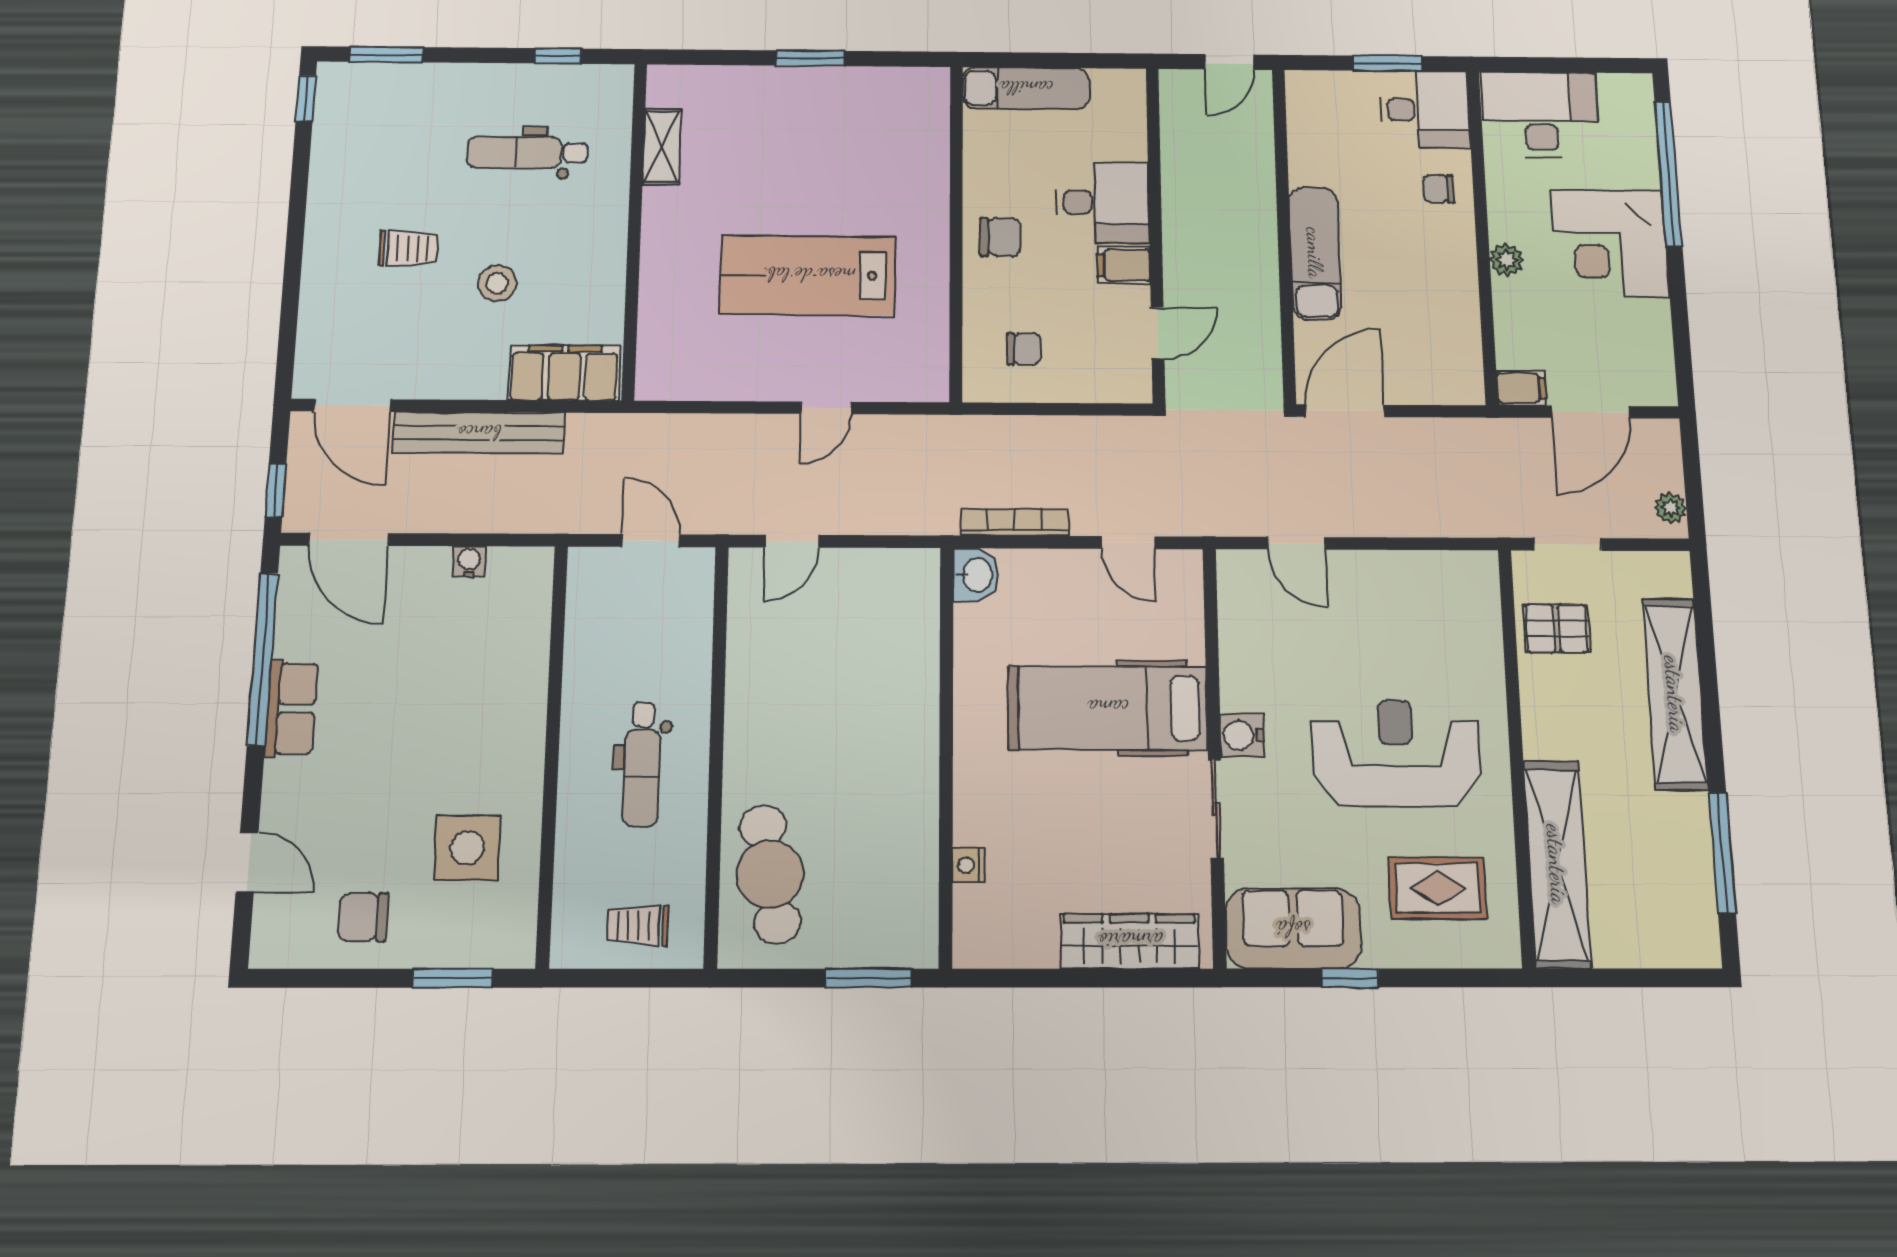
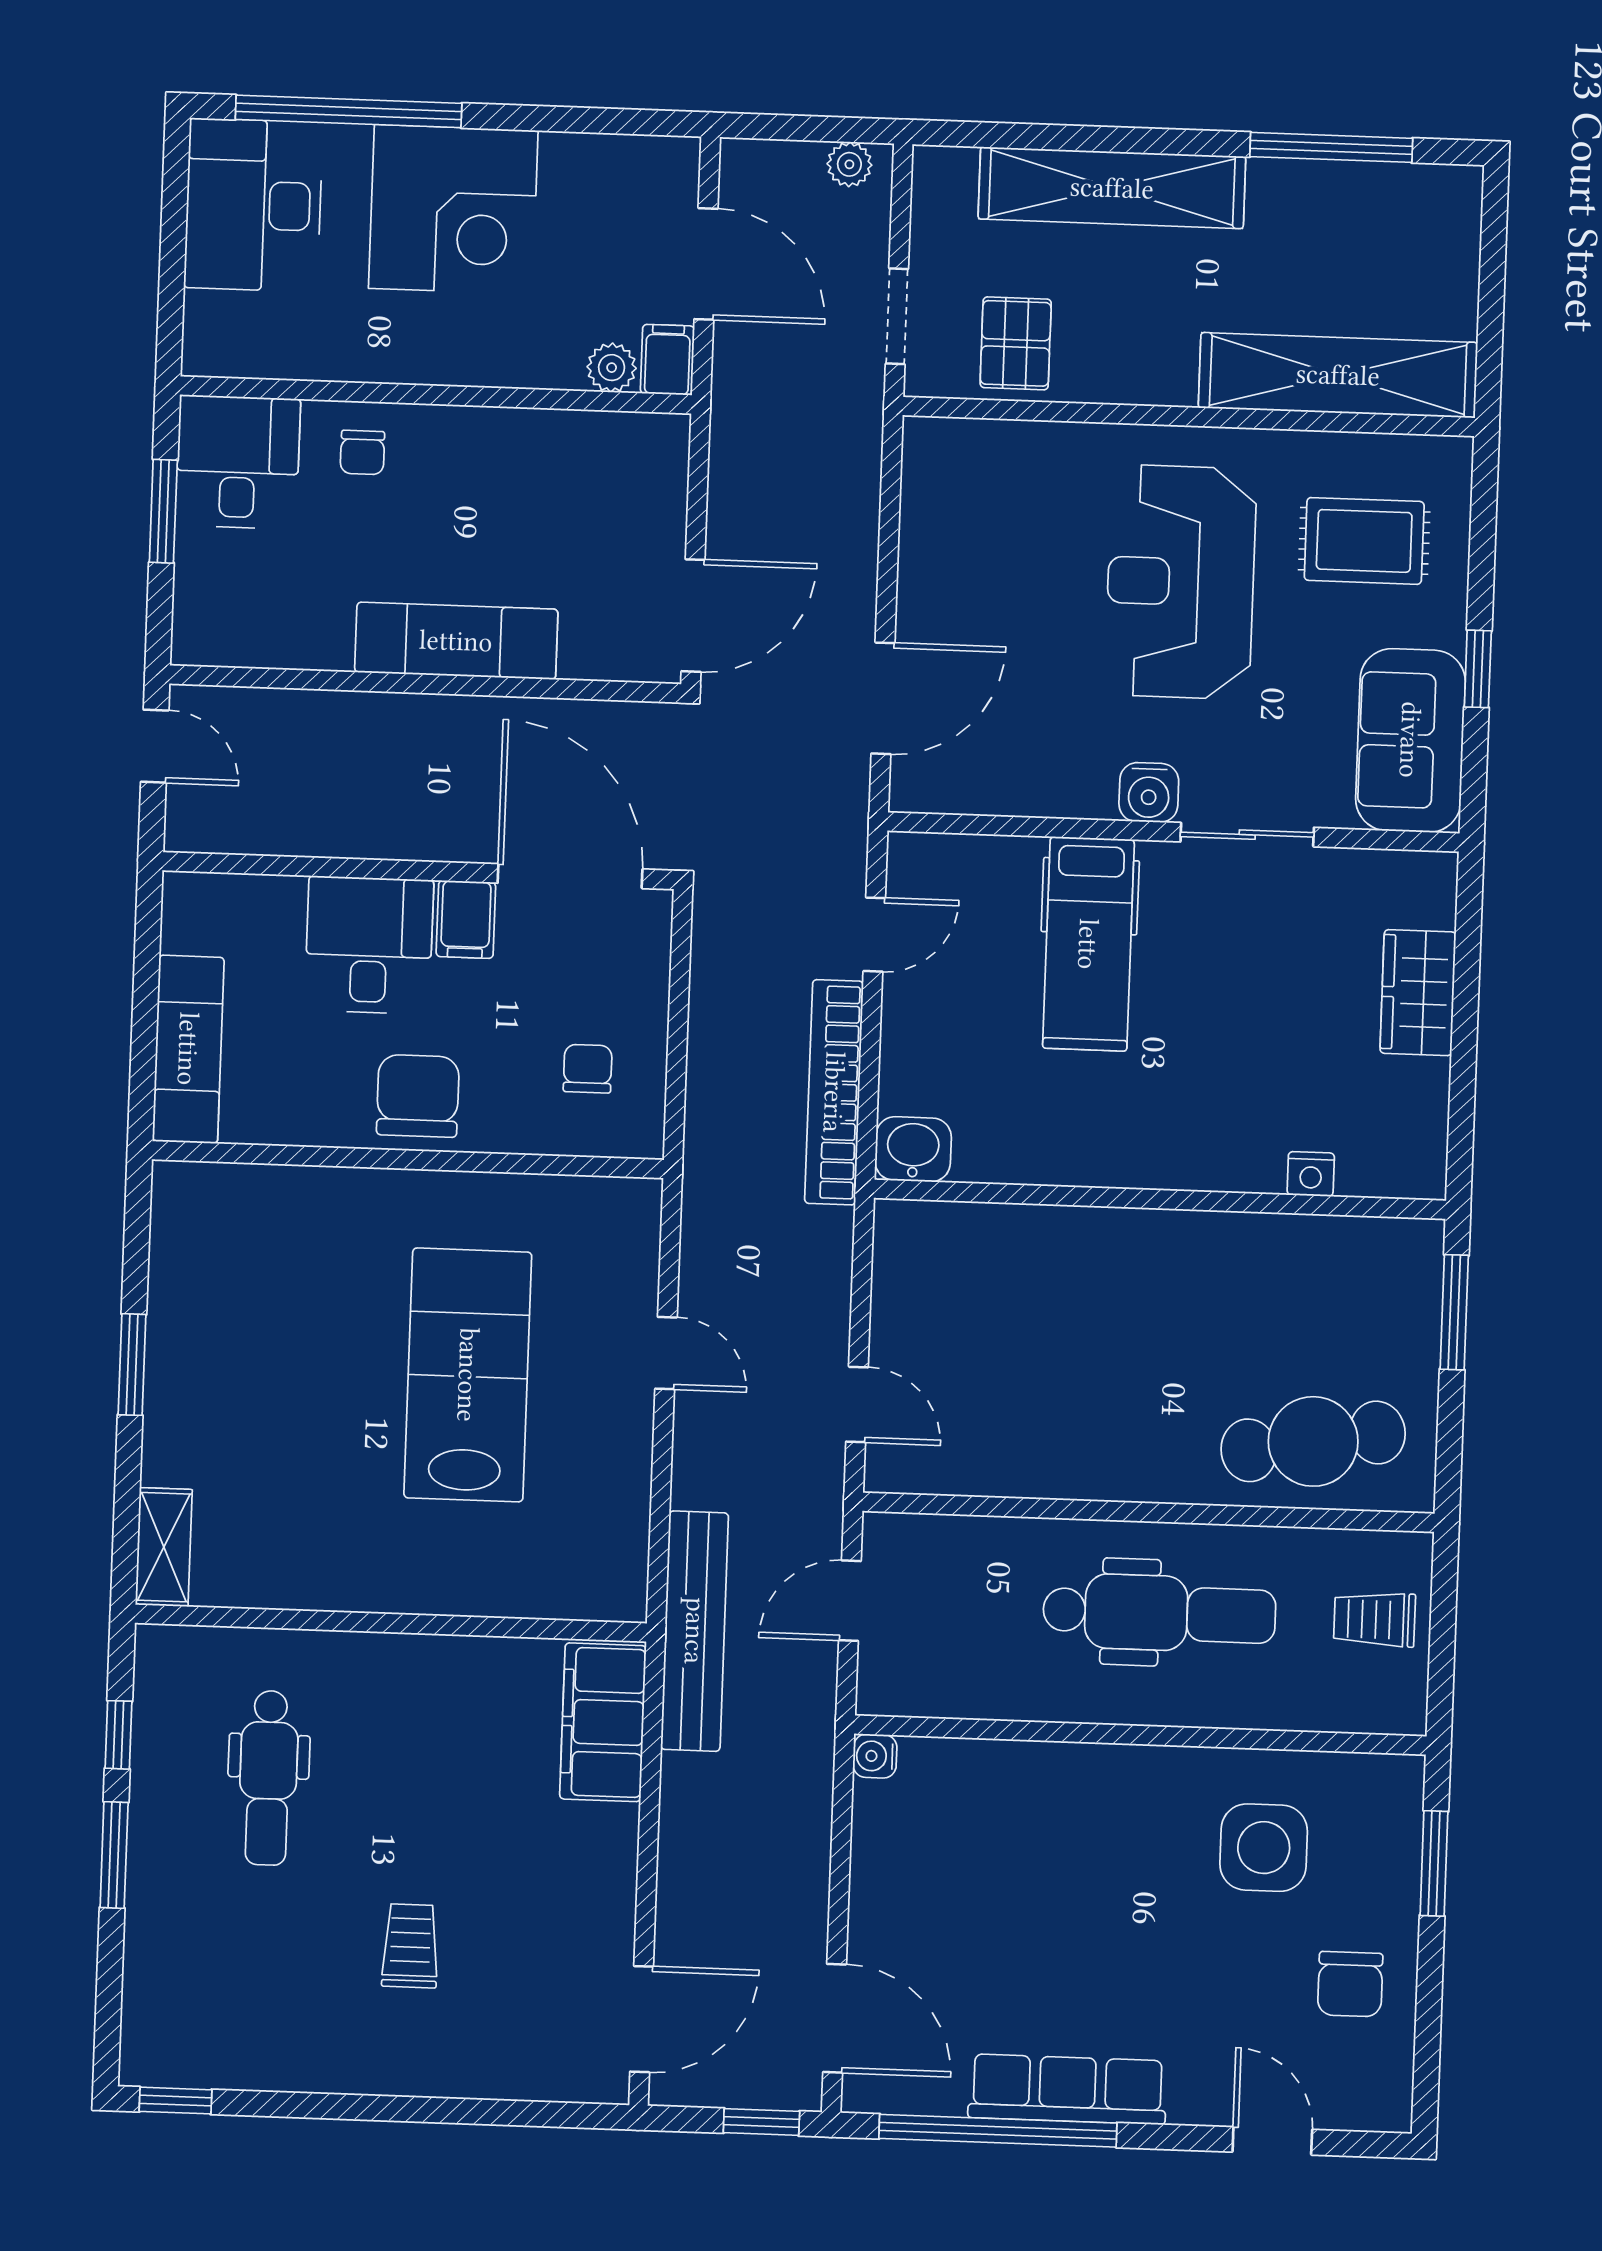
window: (386, 54) -> (114, 1855), moved
desk: (1541, 114) -> (253, 205), moved
shelving: (662, 147) -> (164, 1547), moved, turned 90
chair: (1000, 237) -> (418, 1096), width x1.37, depth x1.37
plant: (1507, 260) -> (612, 368), moved
lab bench: (808, 275) -> (468, 1375), turned 180
stool: (497, 283) -> (467, 1819), removed
door: (1158, 333) -> (570, 876), width x1.87
door: (1345, 411) -> (693, 616), swing flipped
bench: (479, 433) -> (695, 1631), moved
bookcase: (1015, 522) -> (834, 1092), width x1.48, depth x1.31
door: (349, 539) -> (835, 2018), hinge flipped
door: (1296, 543) -> (883, 698), width x1.38
water cooler: (469, 562) -> (875, 1756), moved
row of seats: (291, 708) -> (1067, 2089), width x1.48
hospital bed: (1108, 708) -> (1088, 944), width x0.73, depth x0.78
dental chair: (642, 764) -> (1159, 1613), width x1.36, depth x1.38
door: (247, 862) -> (1272, 2141), hinge flipped
rug: (1437, 888) -> (1364, 541), turned 90
trolley: (637, 926) -> (1375, 1619), turned 90
wardrobe: (1130, 941) -> (1418, 993), width x0.67

